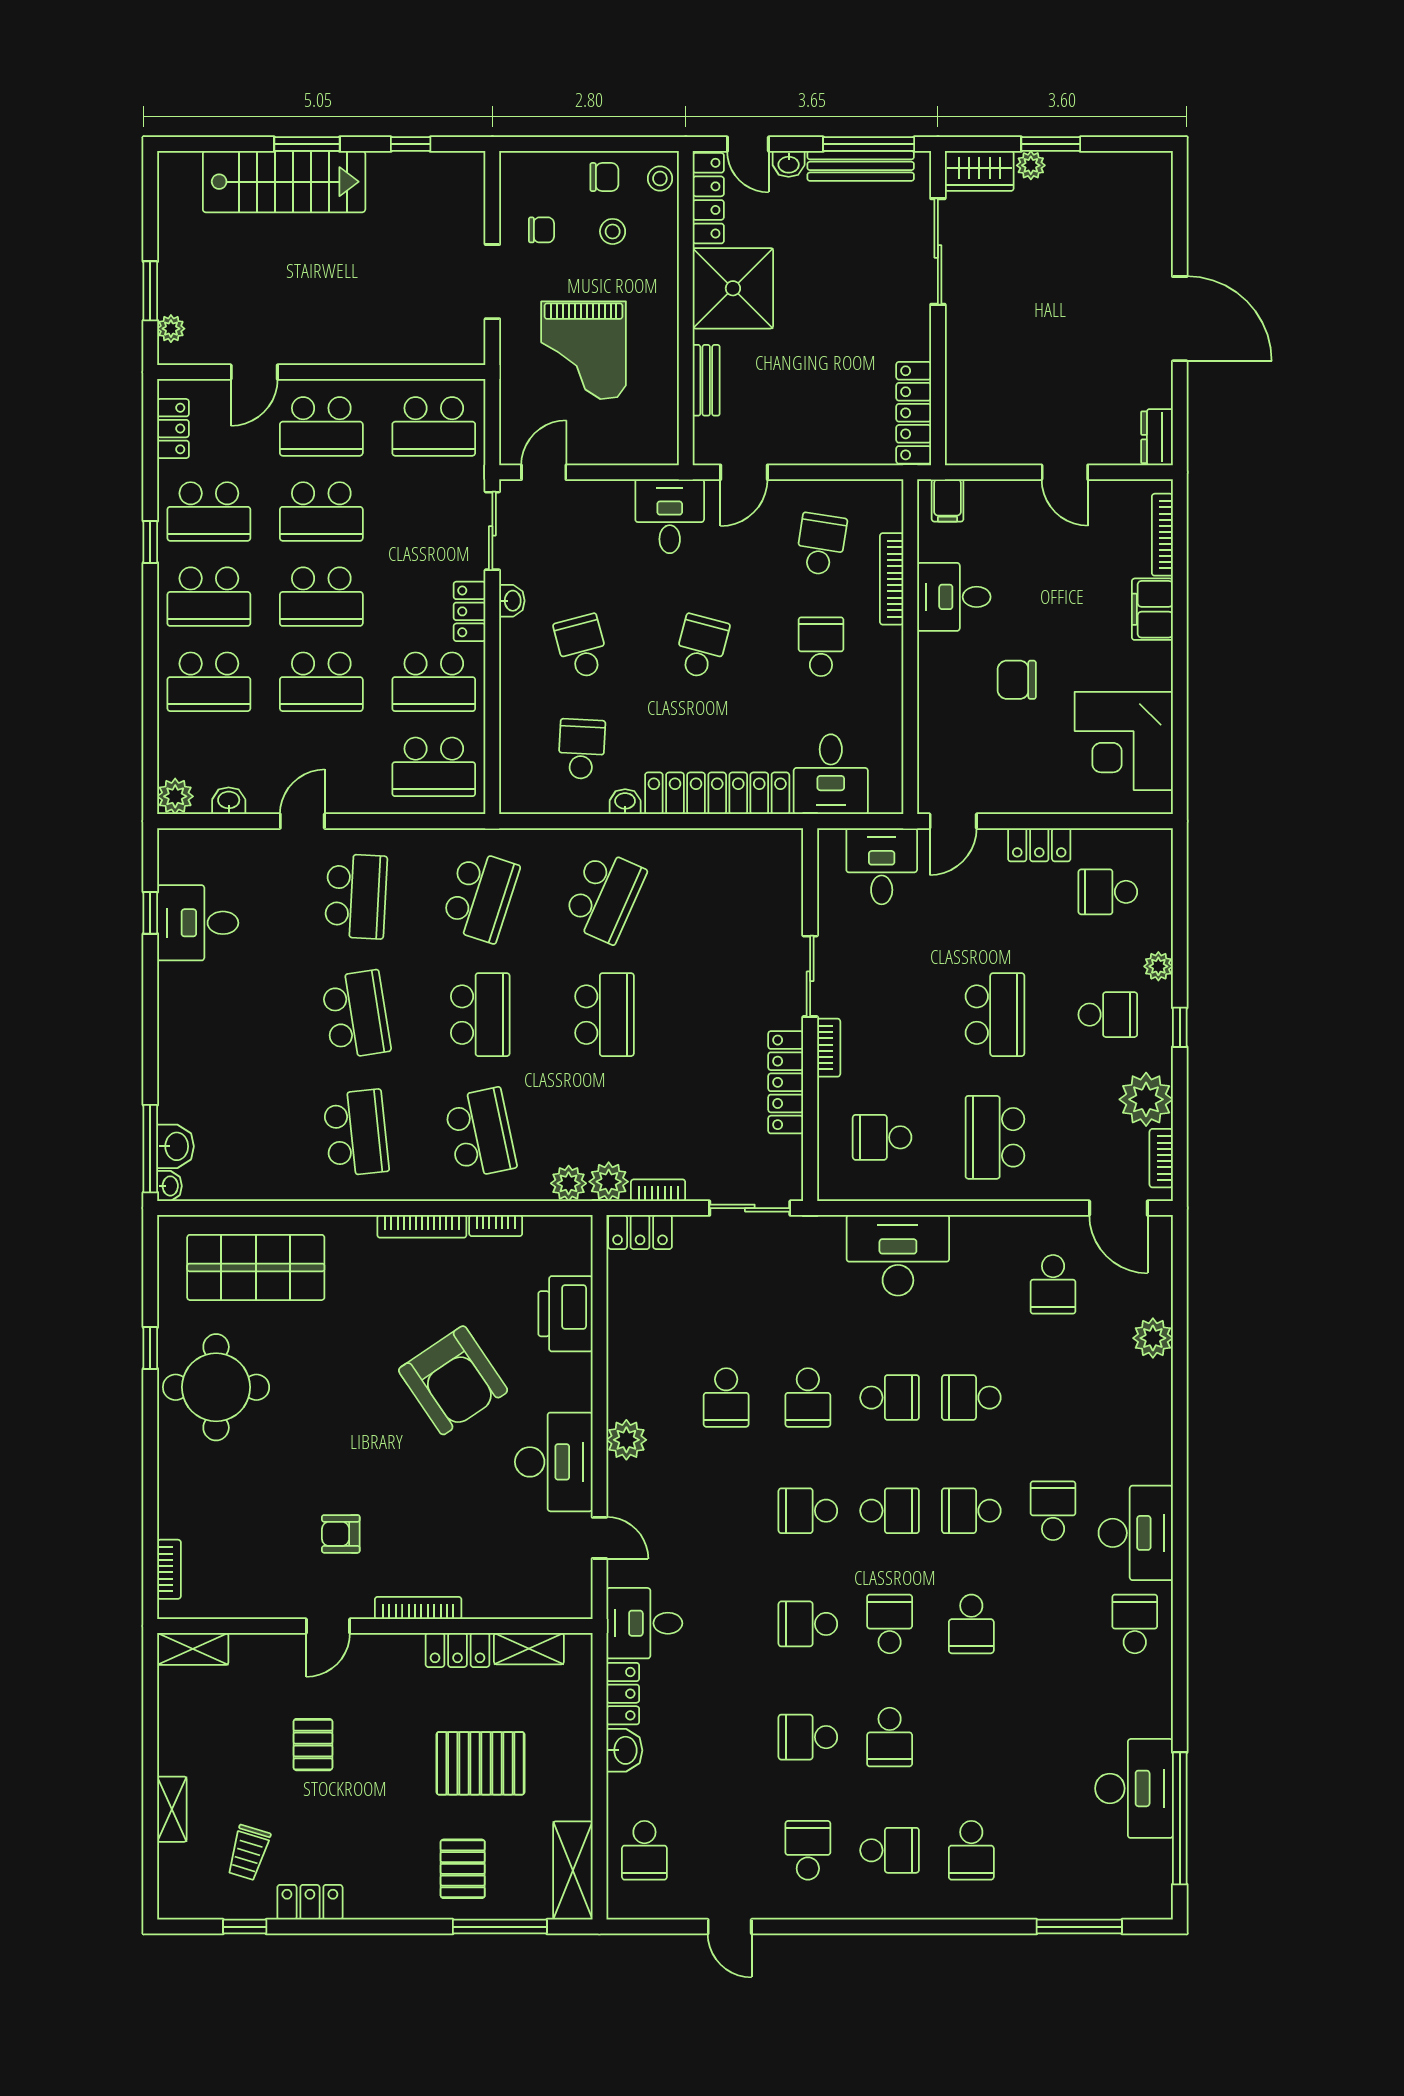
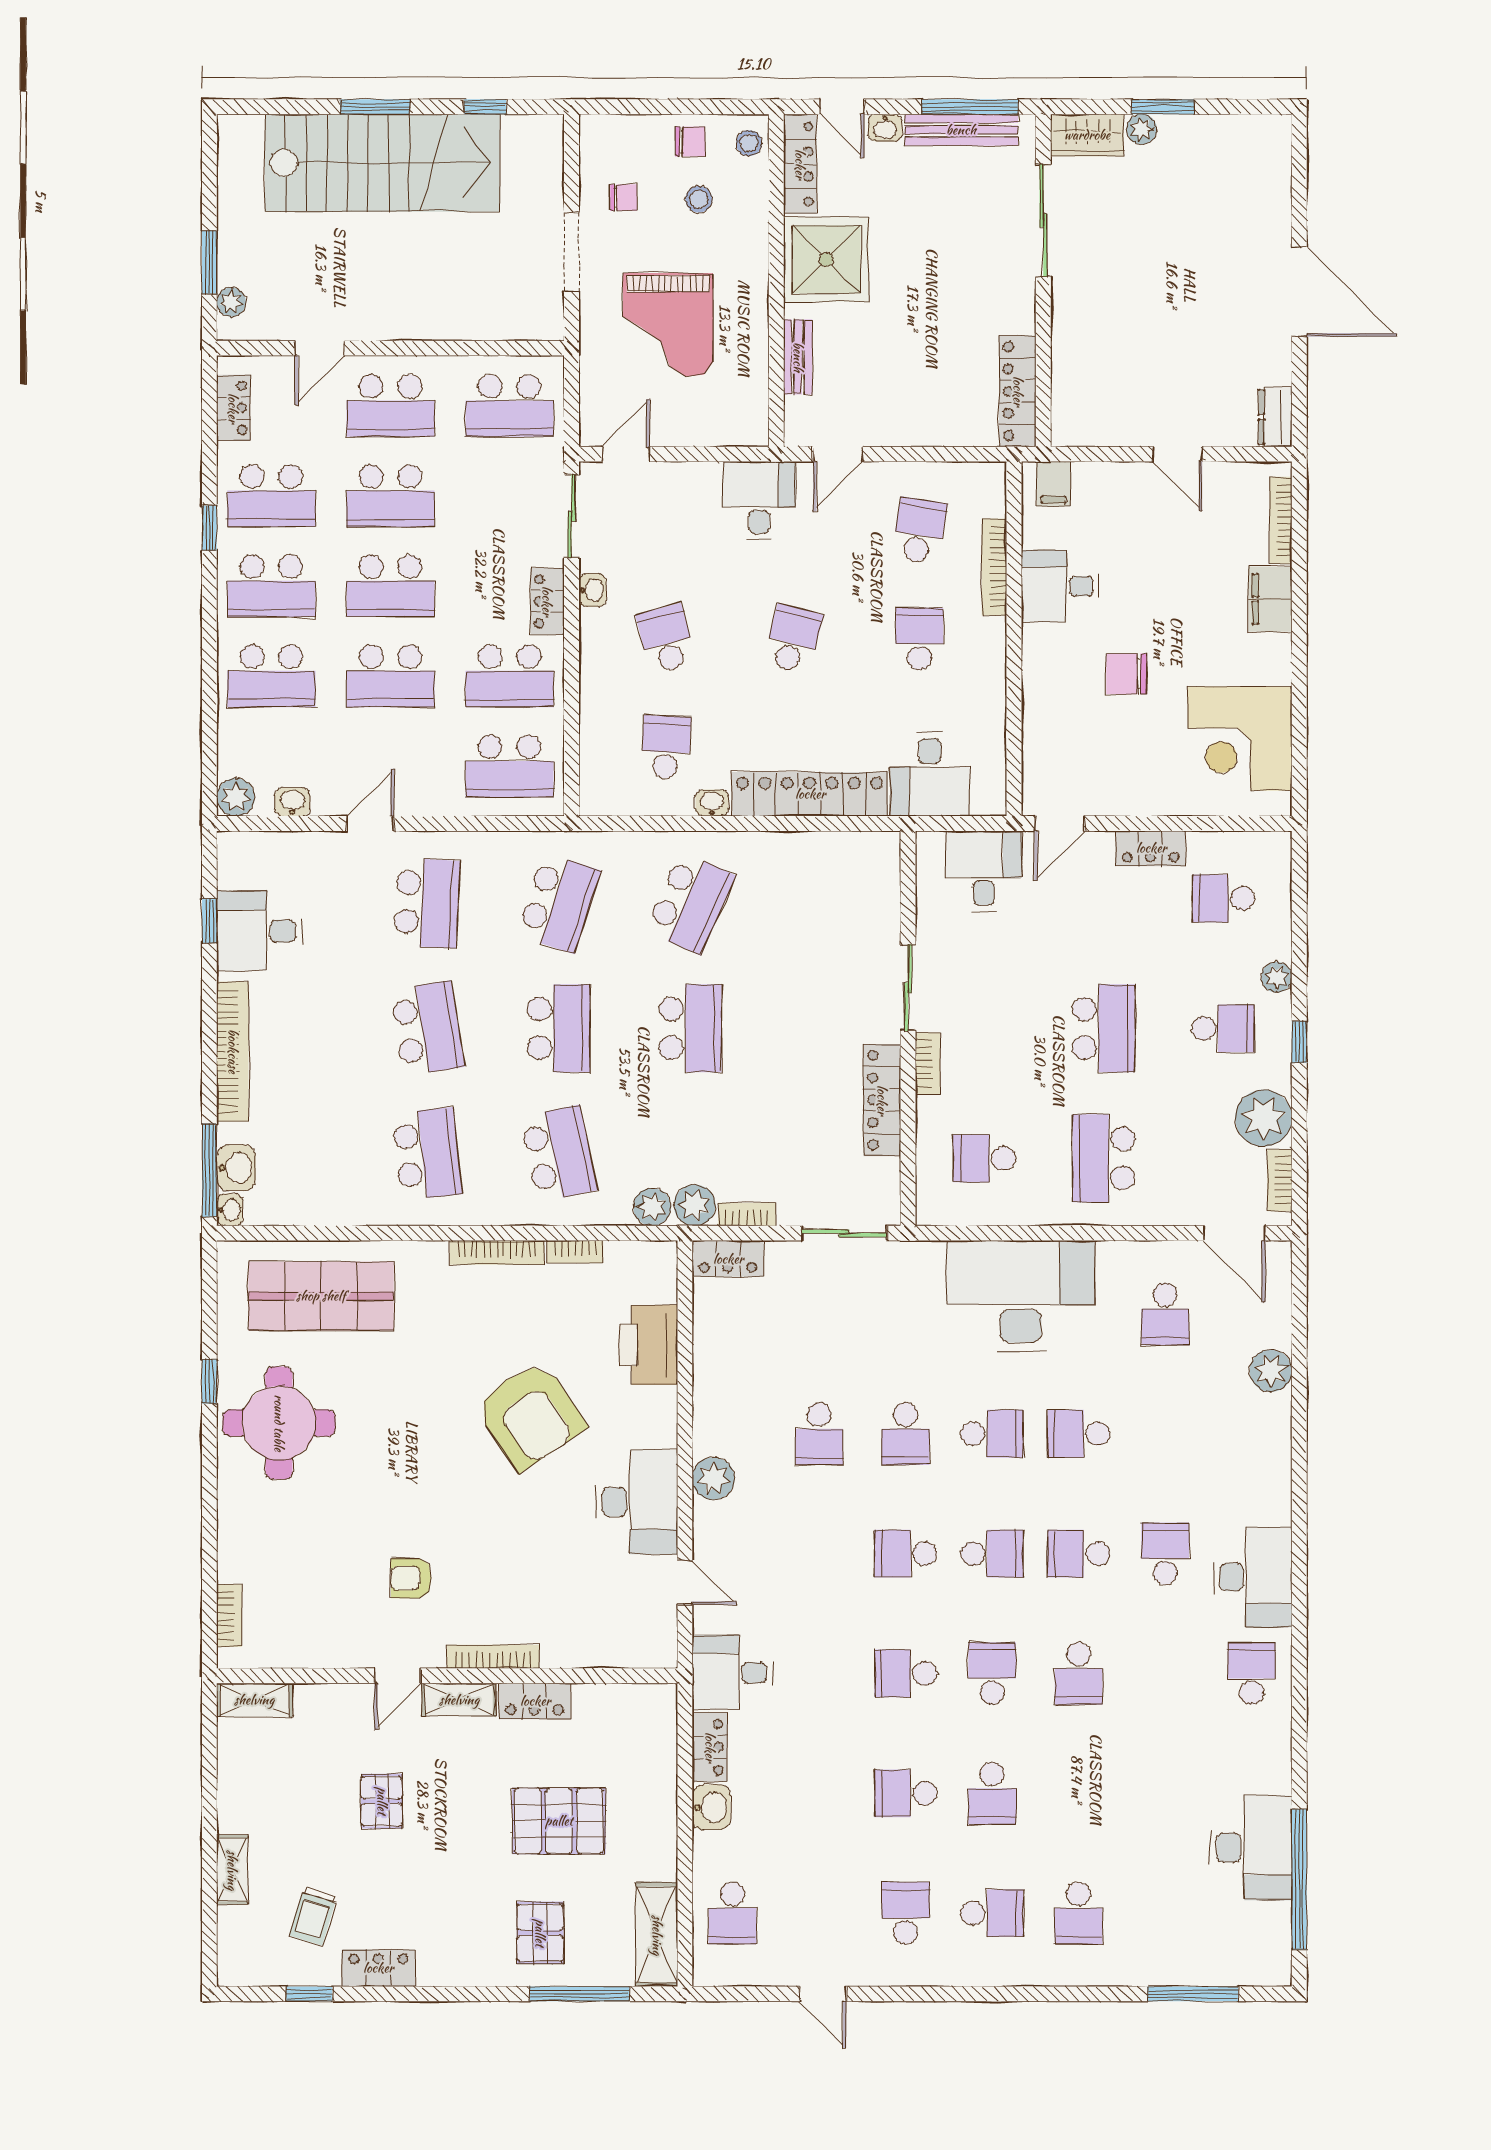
stairs: (284, 182) -> (382, 163), width x1.36, depth x1.51
bookcase: (172, 1036) -> (233, 1051), added
desk: (898, 1255) -> (1021, 1296), width x1.36, depth x1.30
shelving: (529, 1649) -> (459, 1700), moved

